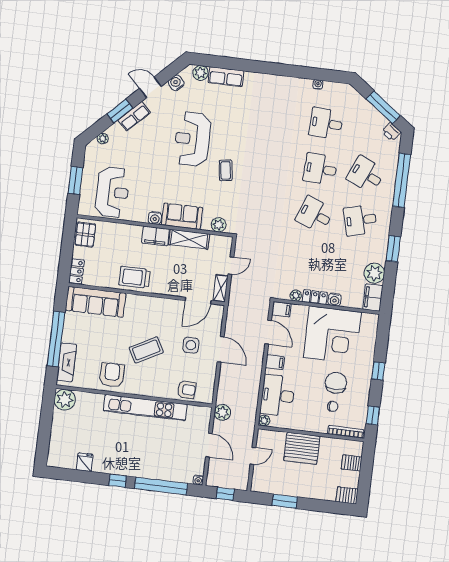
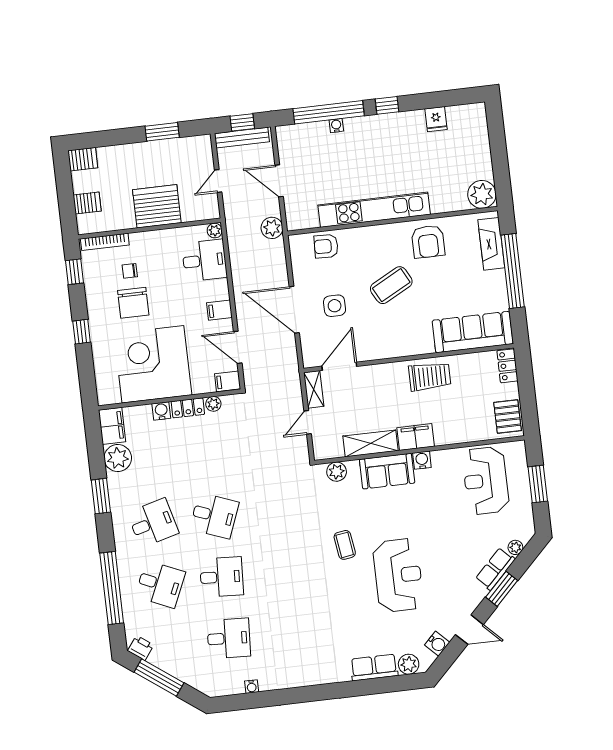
row of seats: (134, 116) -> (495, 569), moved
door: (221, 349) -> (294, 310), width x1.36
desk: (278, 395) -> (204, 260), width x0.73
water cooler: (198, 480) -> (336, 126), moved
bench: (228, 483) -> (242, 138), added

